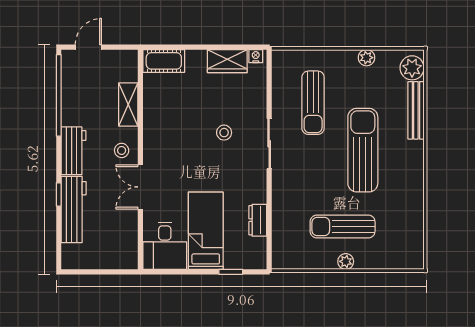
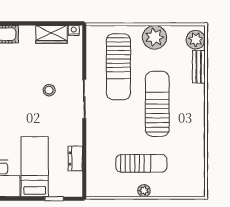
plant: (366, 58) -> (155, 37), width x1.88, depth x1.88
sun lounger: (313, 103) -> (118, 67), width x1.36, depth x1.34
bench: (416, 110) -> (199, 67), width x0.73
sun lounger: (343, 226) -> (141, 163), turned 180

